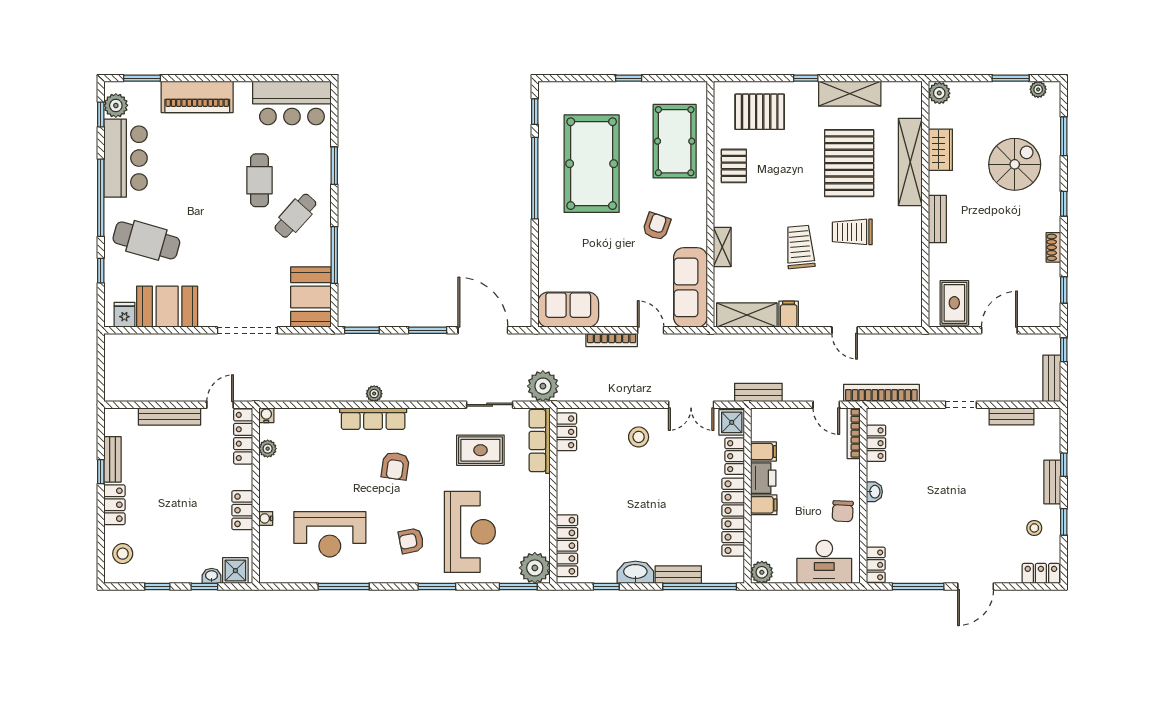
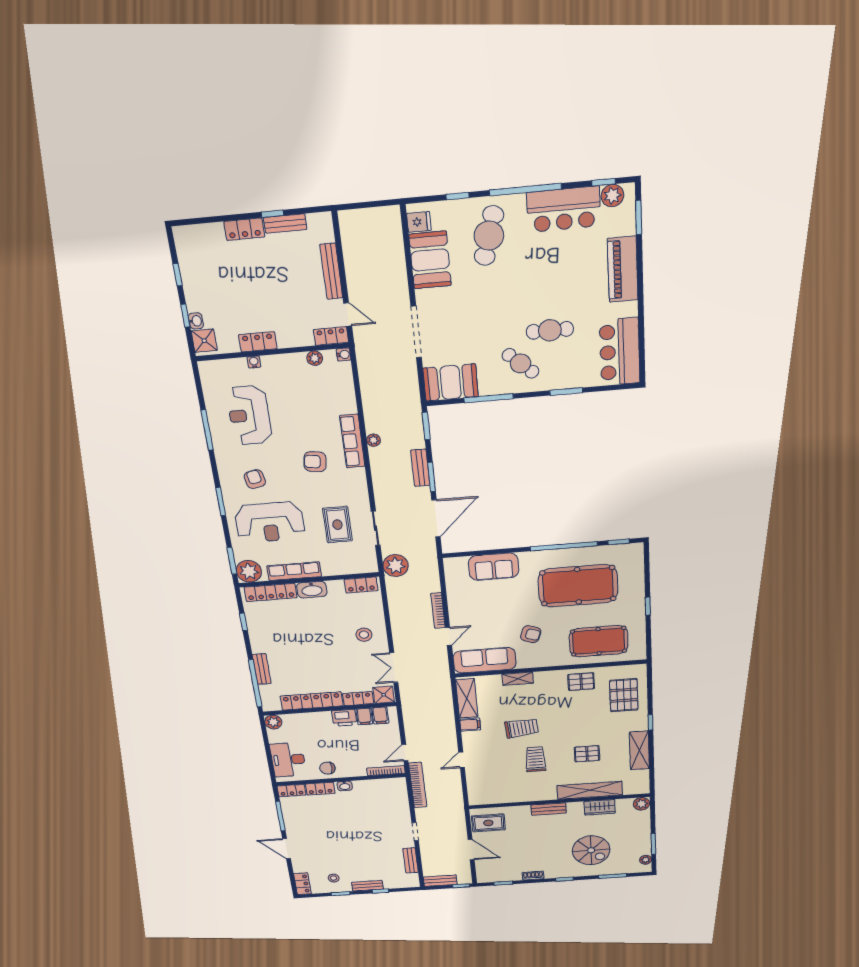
pallet: (849, 163) -> (587, 754), width x0.49, depth x0.50
sofa: (568, 310) -> (494, 567), moved, turned 90
bench: (758, 392) -> (420, 468), moved
locker: (243, 436) -> (331, 336), width x0.66
row of seats: (540, 441) -> (294, 571), moved
locker: (876, 443) -> (320, 789), moved
filing cabinet: (764, 505) -> (380, 715), moved
stool: (123, 554) -> (201, 241), removed
washbasin: (635, 572) -> (312, 590), moved, turned 90

